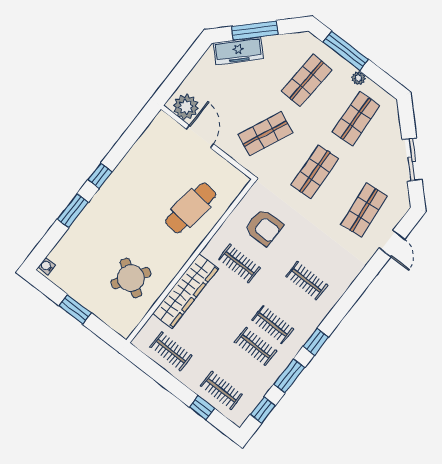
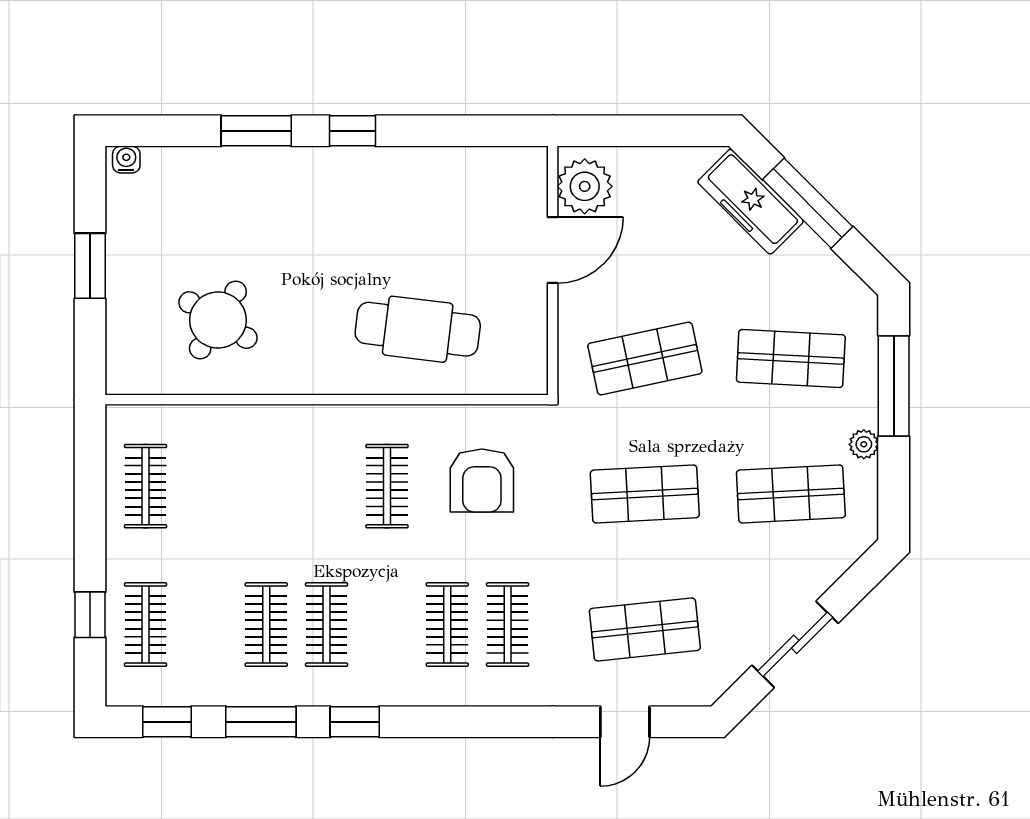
shop shelf: (265, 134) -> (645, 358), turned -36
clothes rail: (324, 259) -> (508, 625), added
wardrobe: (186, 291) -> (269, 431), removed

